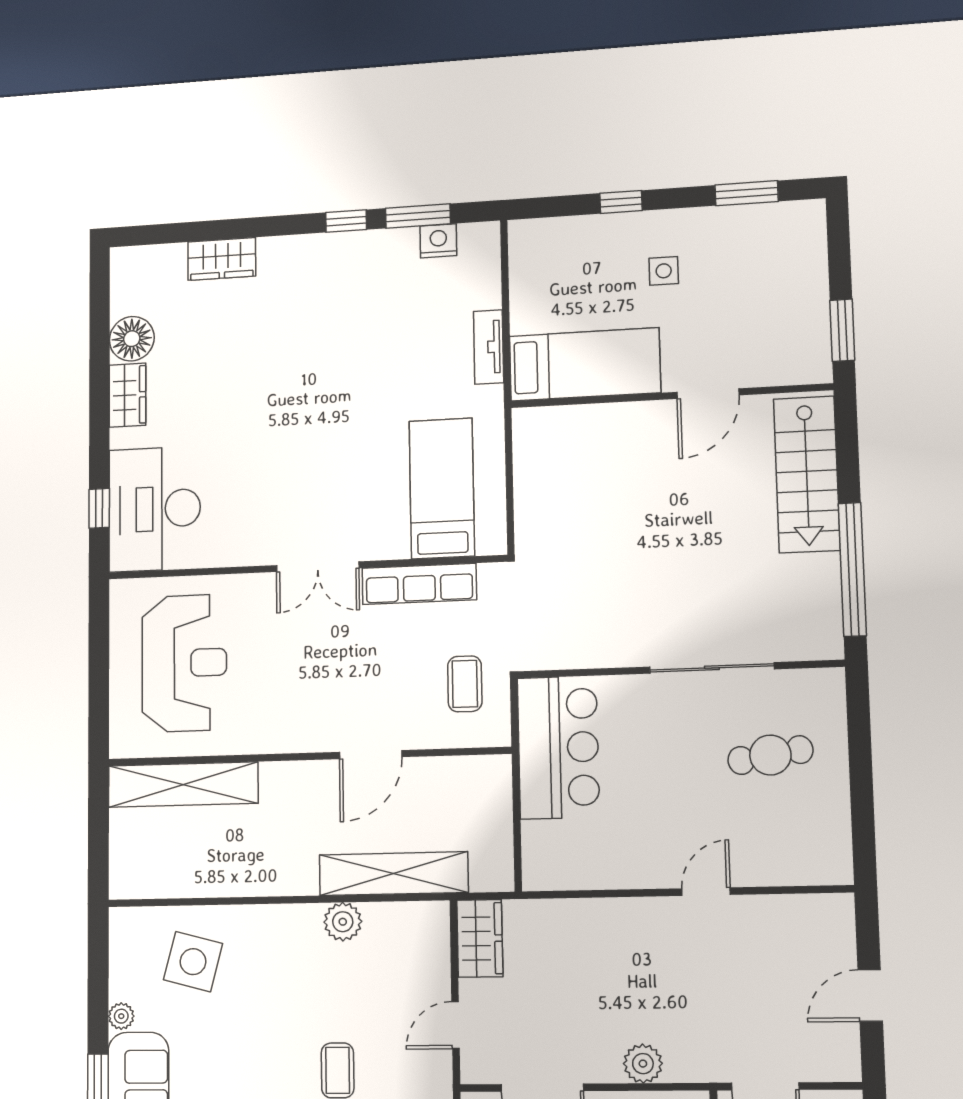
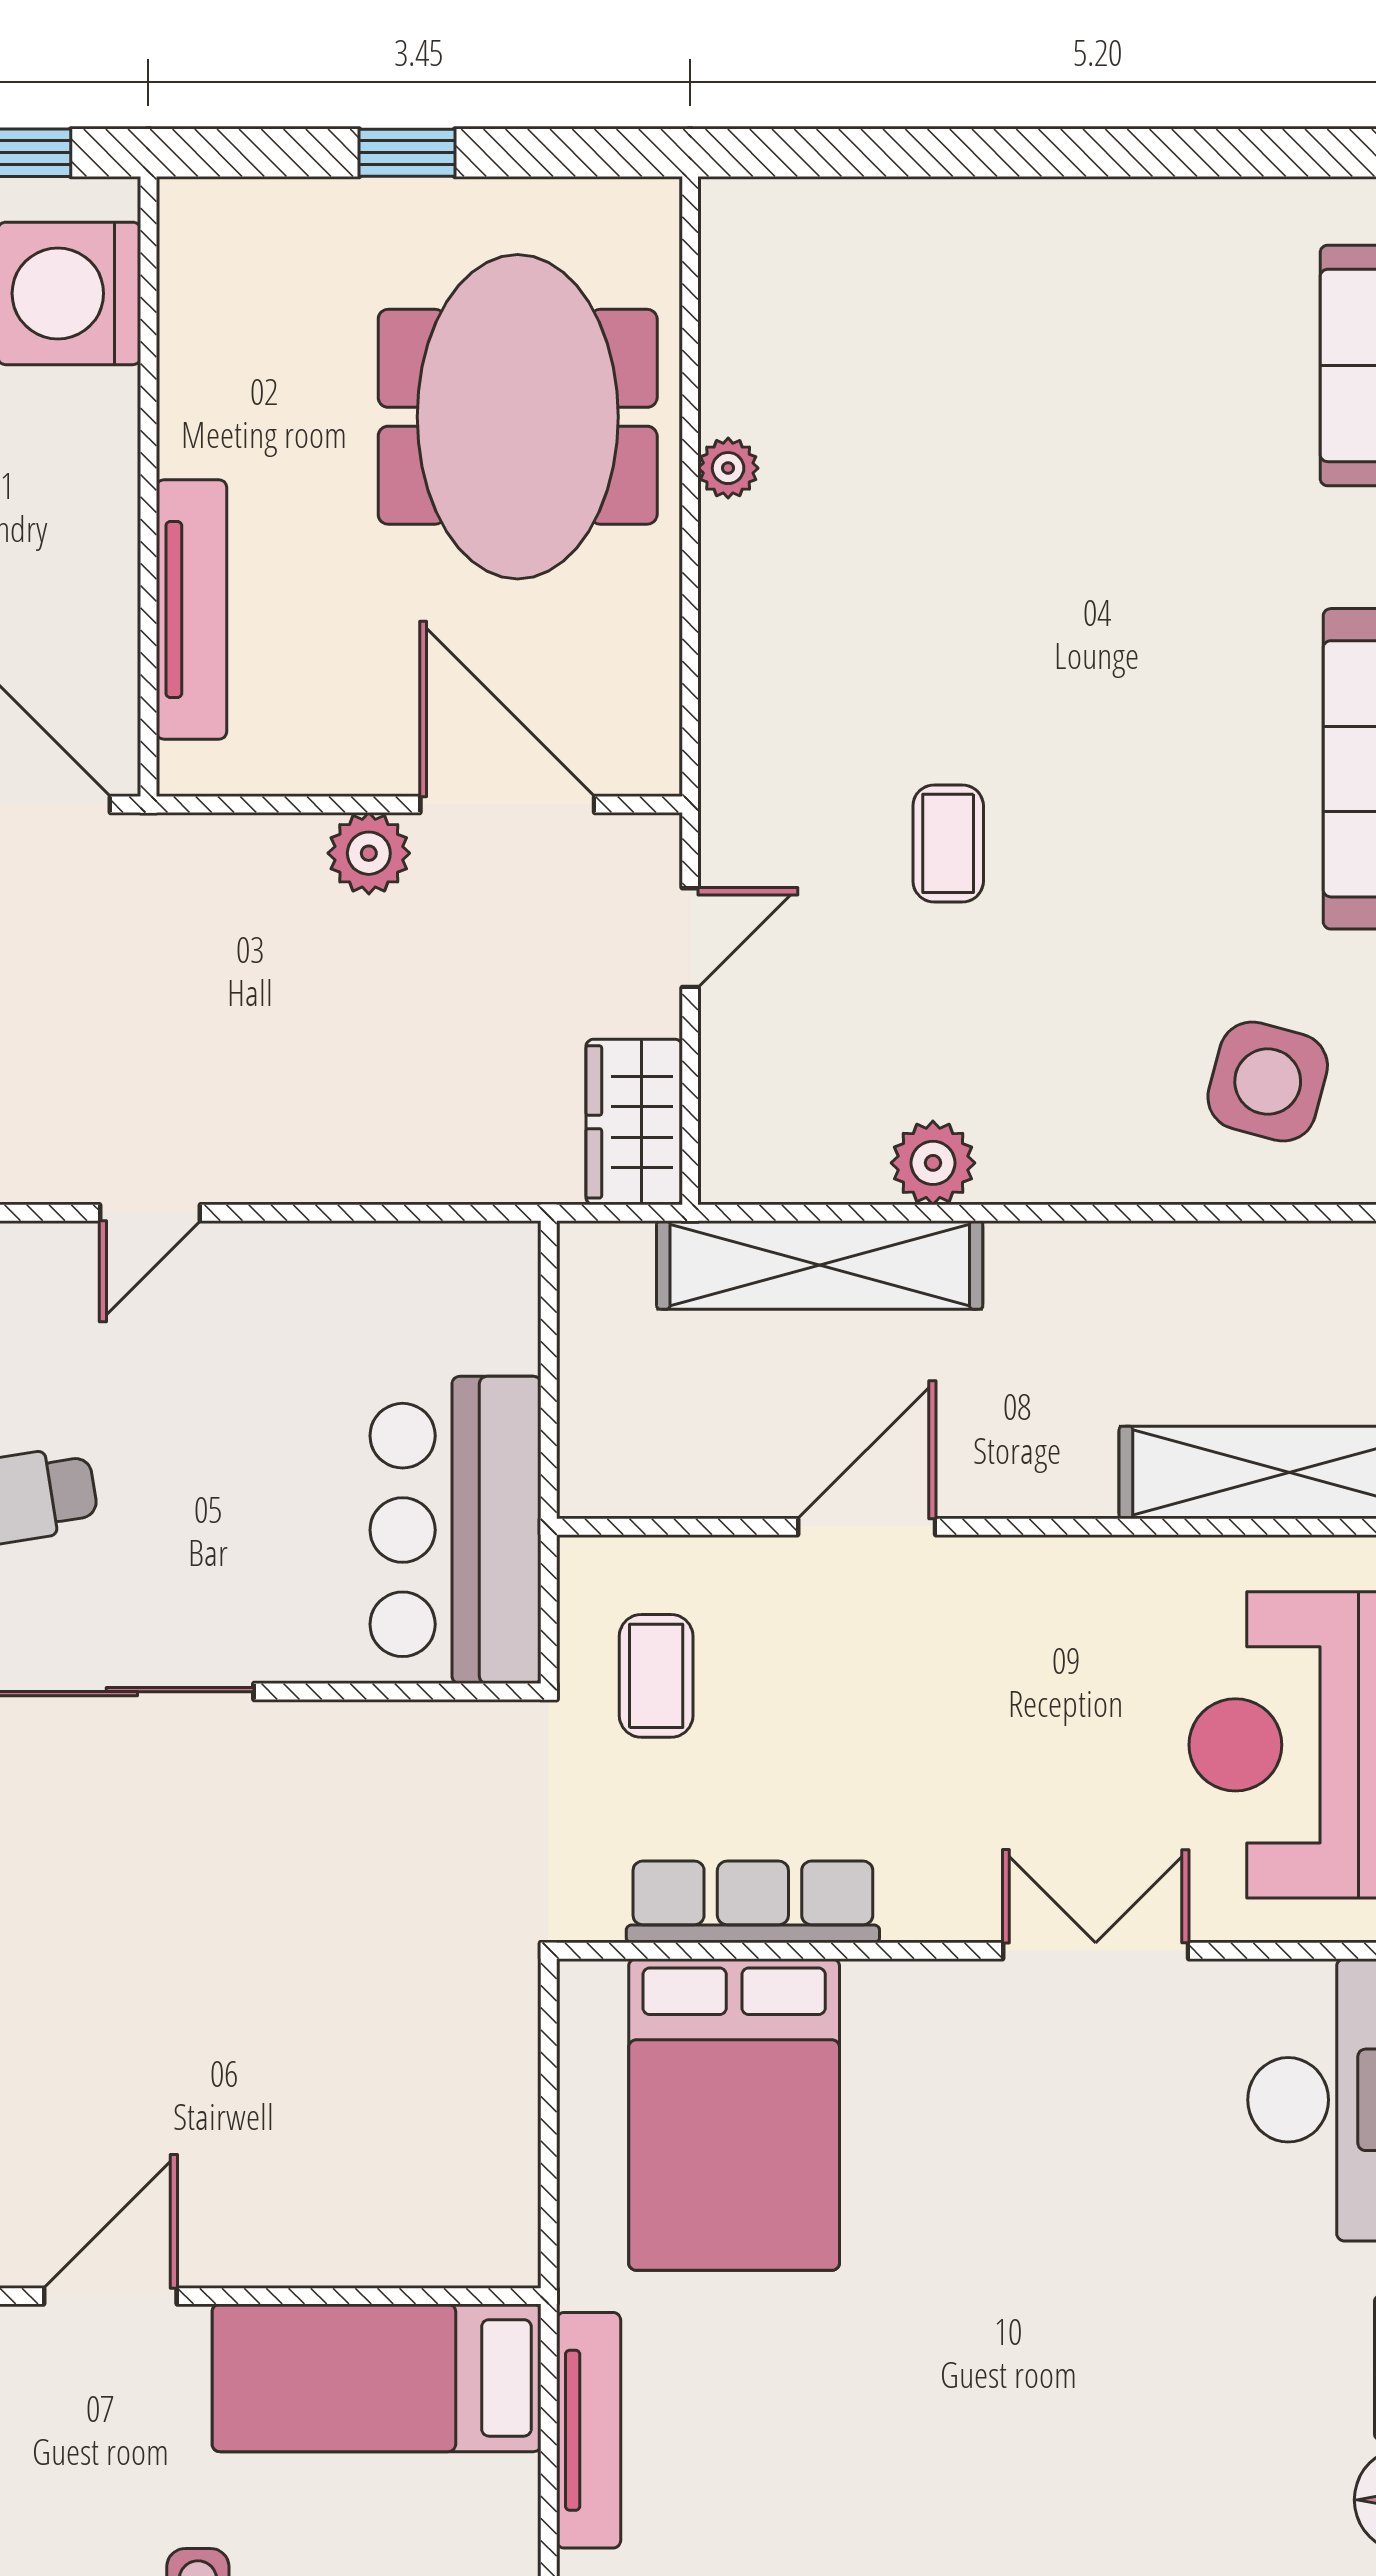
tv unit: (489, 347) -> (589, 2430), width x1.41
bed: (442, 488) -> (734, 2114), width x1.50
double door: (318, 567) -> (1096, 1951), moved
plant: (643, 1064) -> (369, 853), moved

